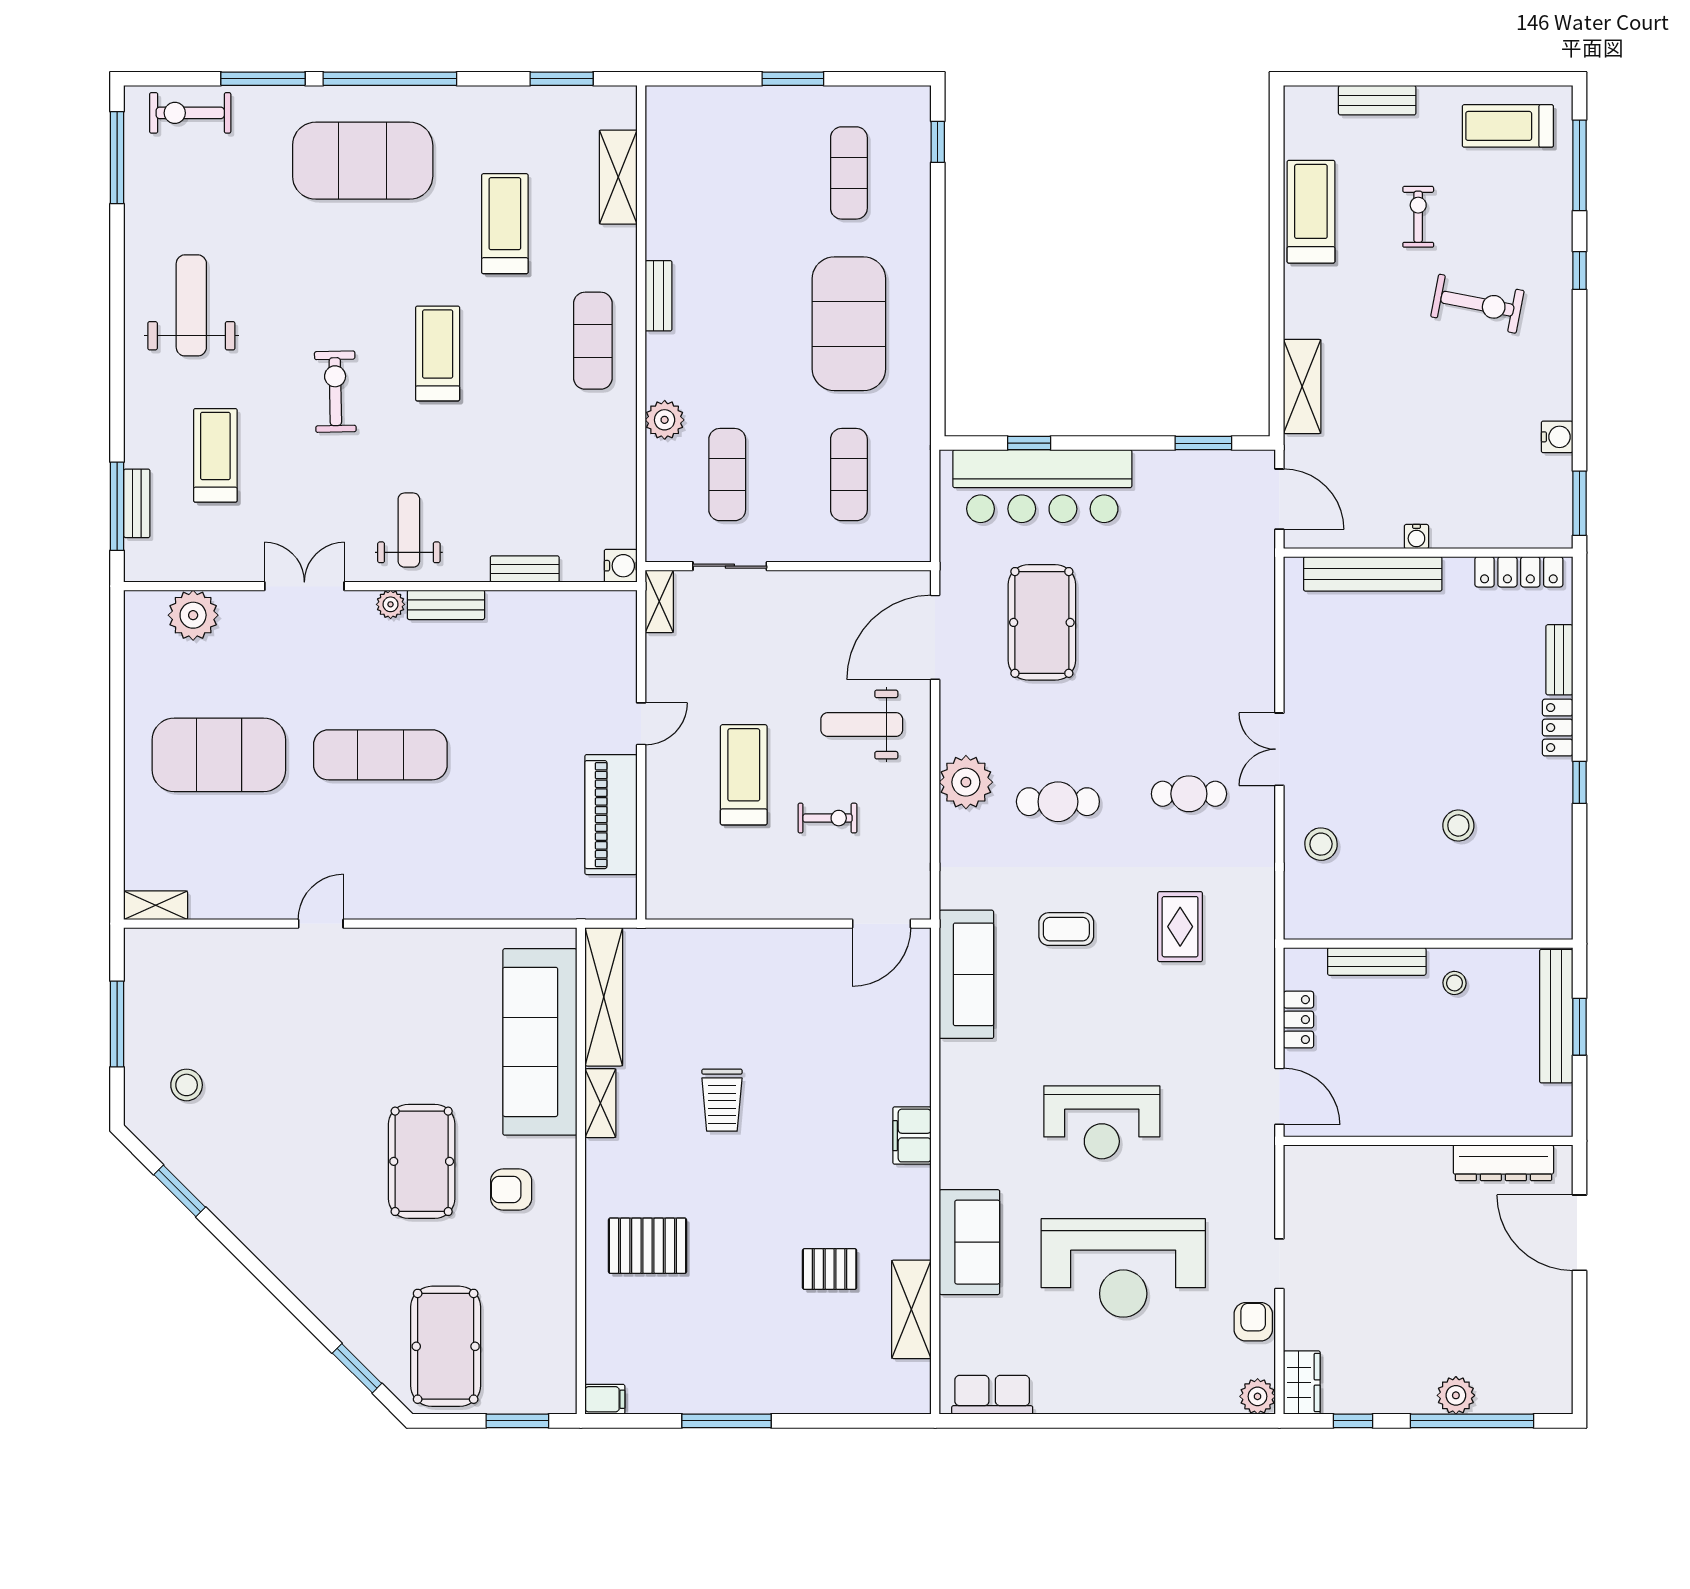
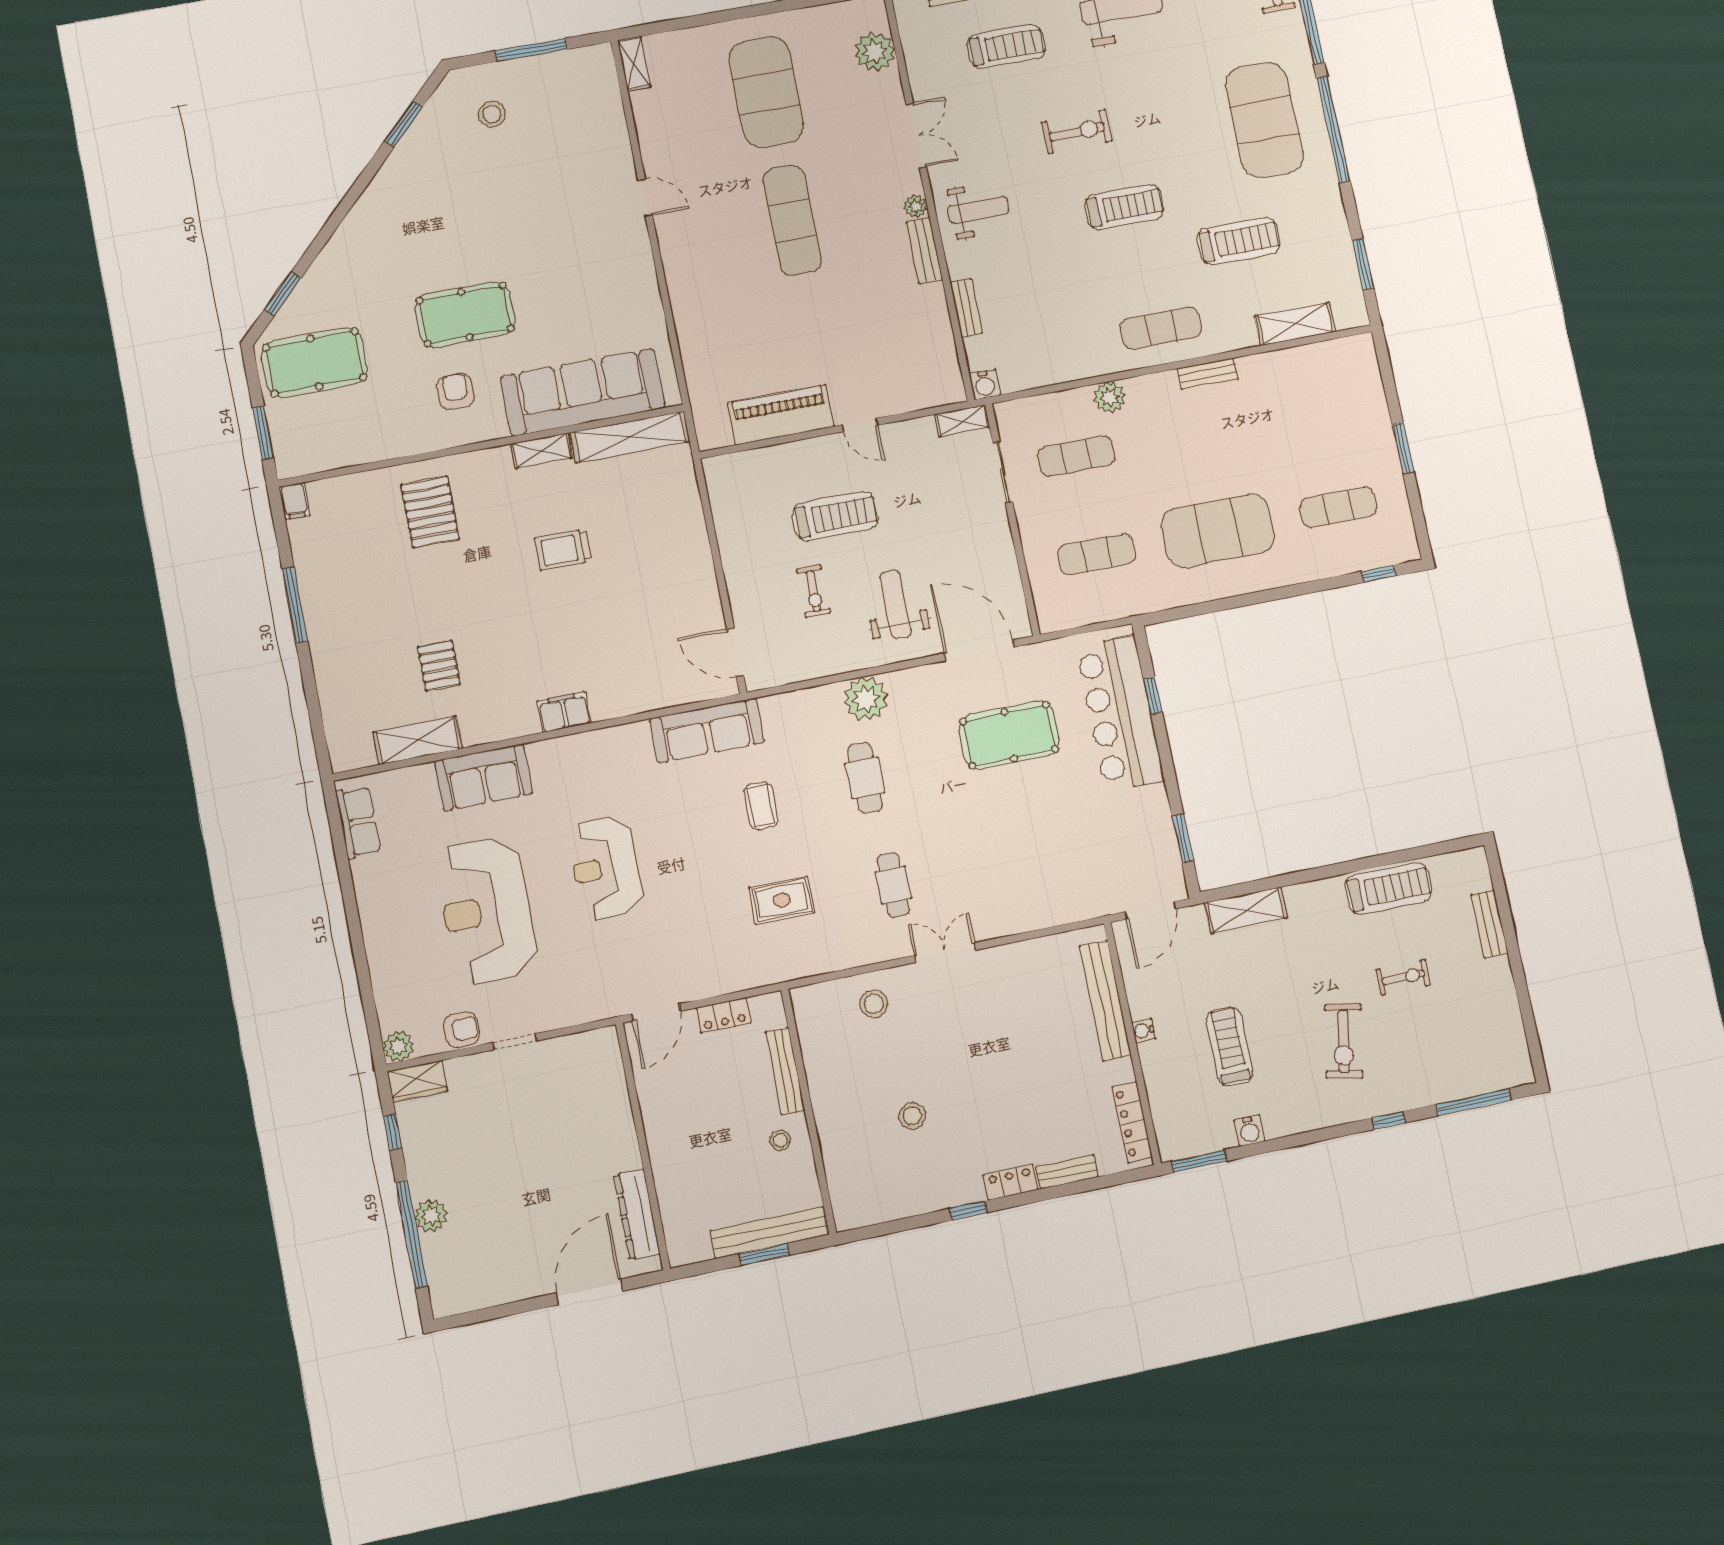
treadmill: (1508, 126) -> (1230, 1047), moved

